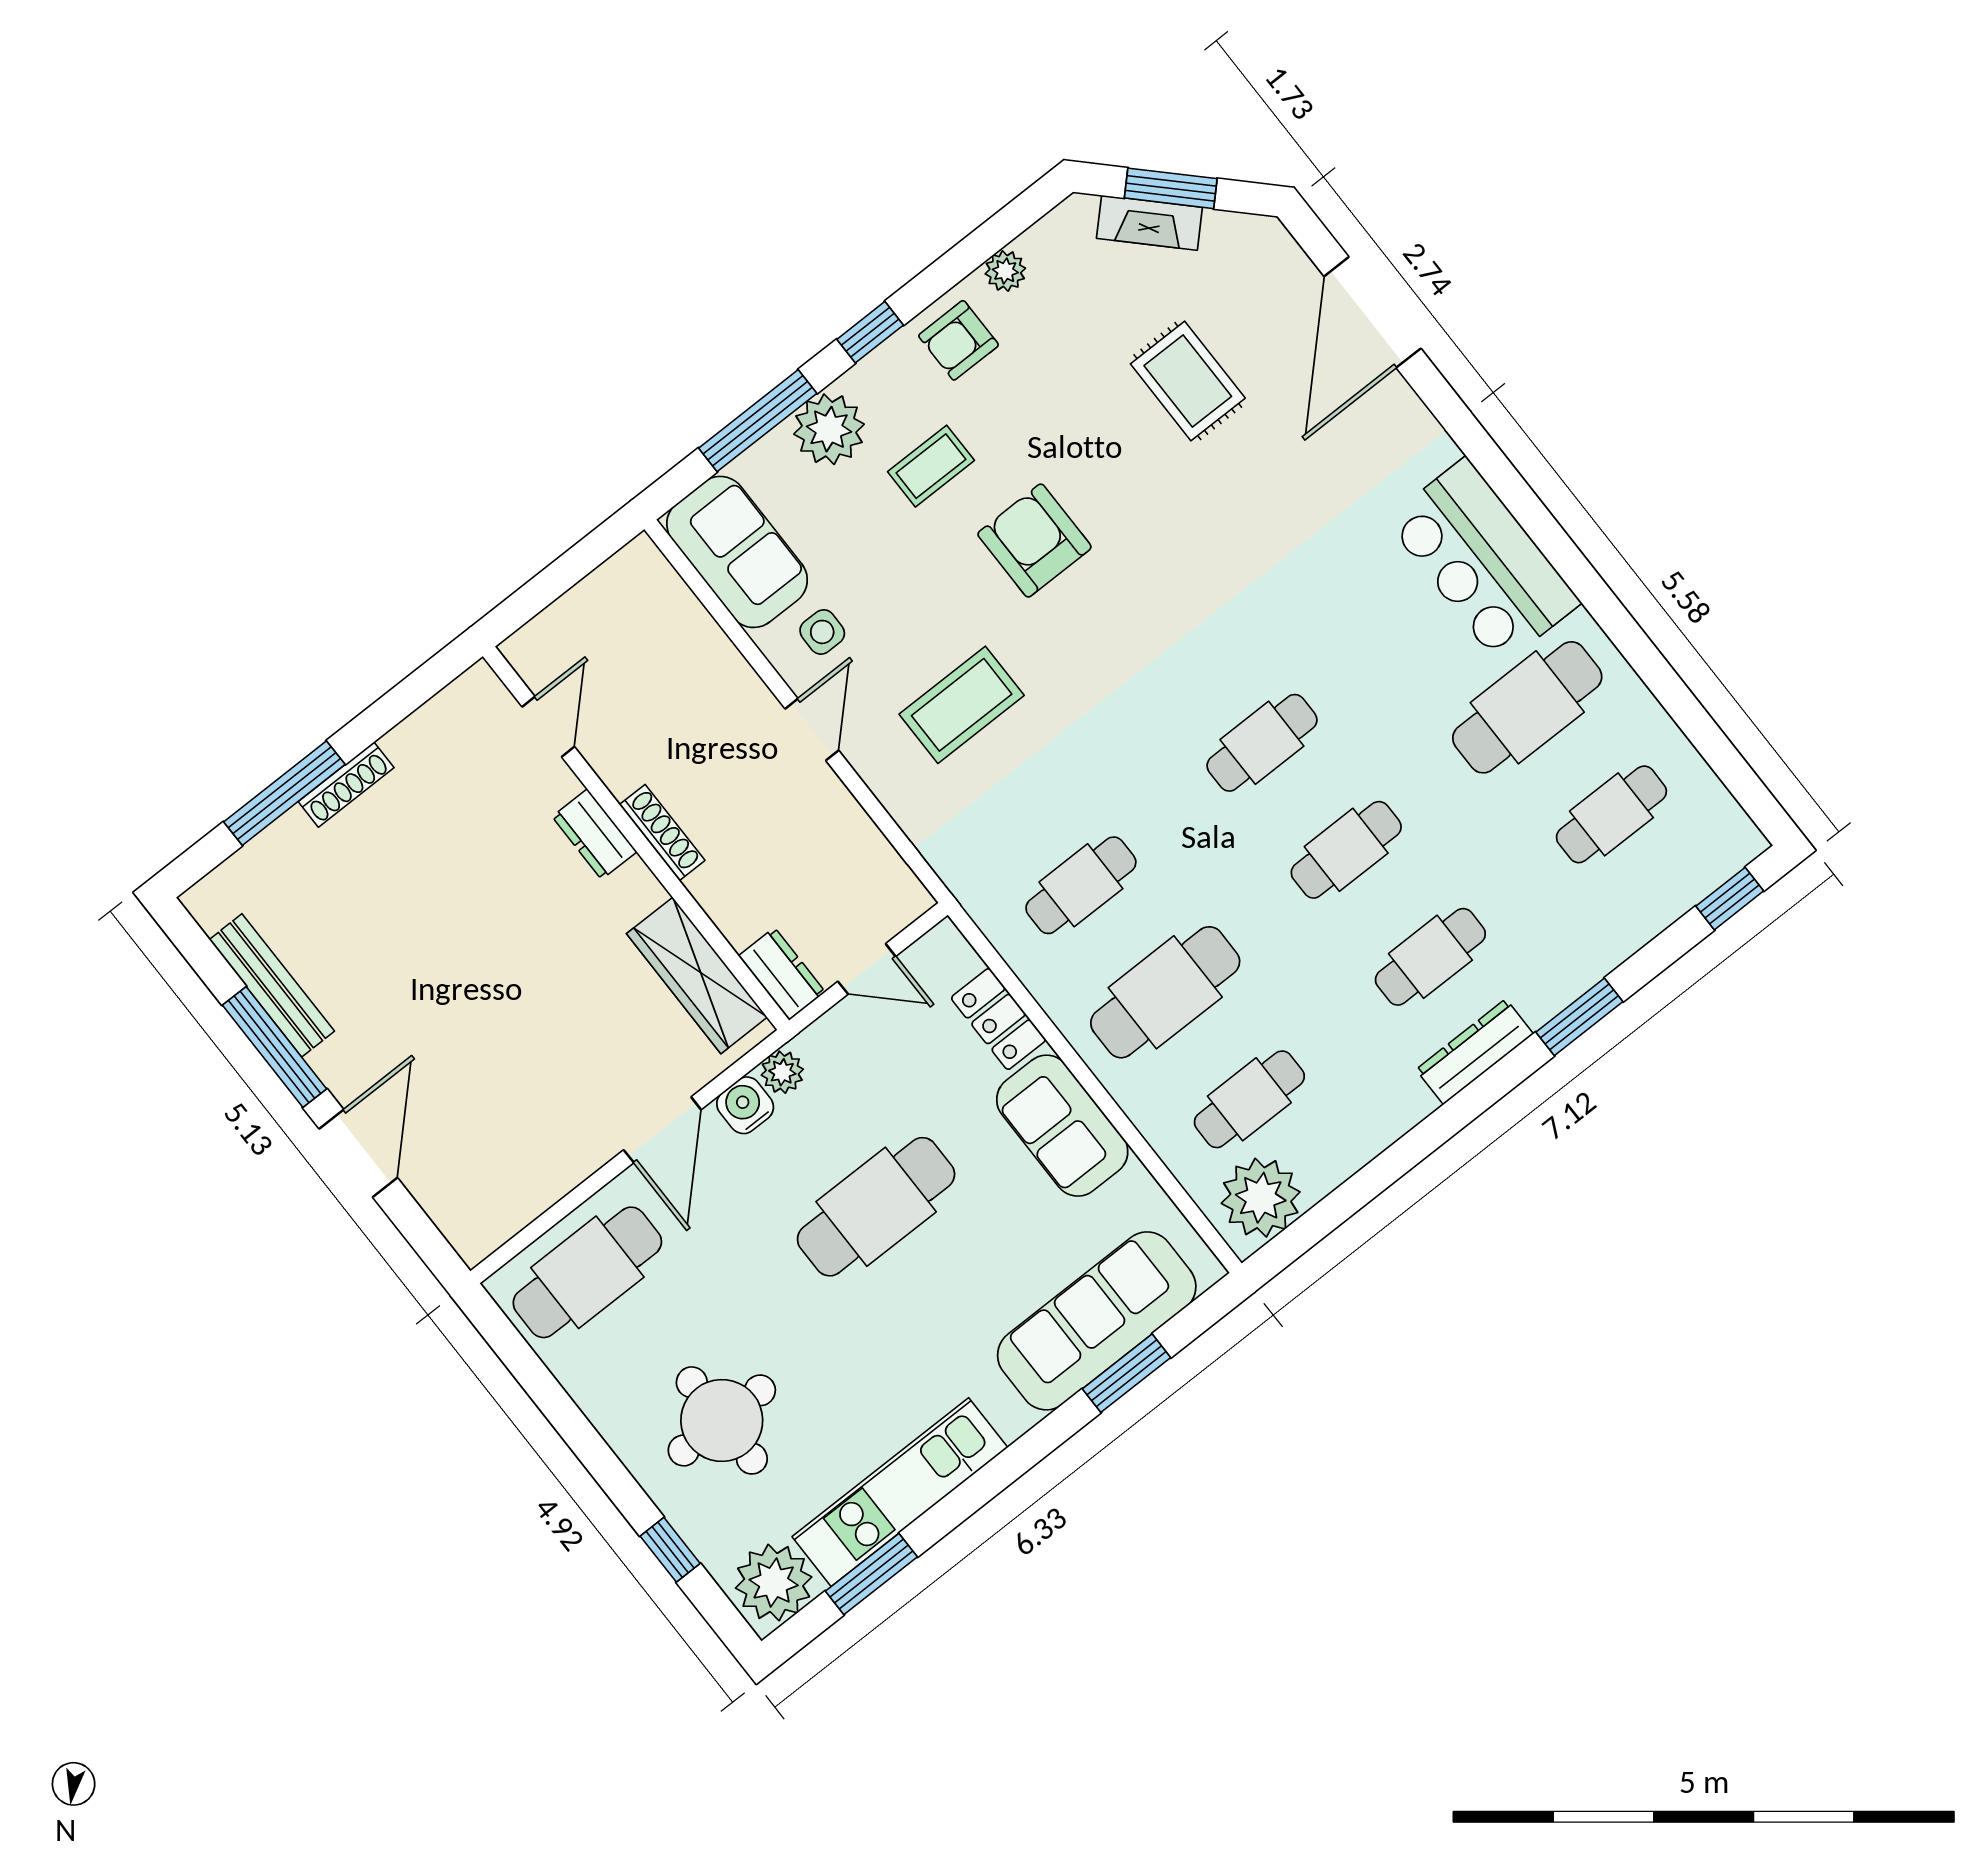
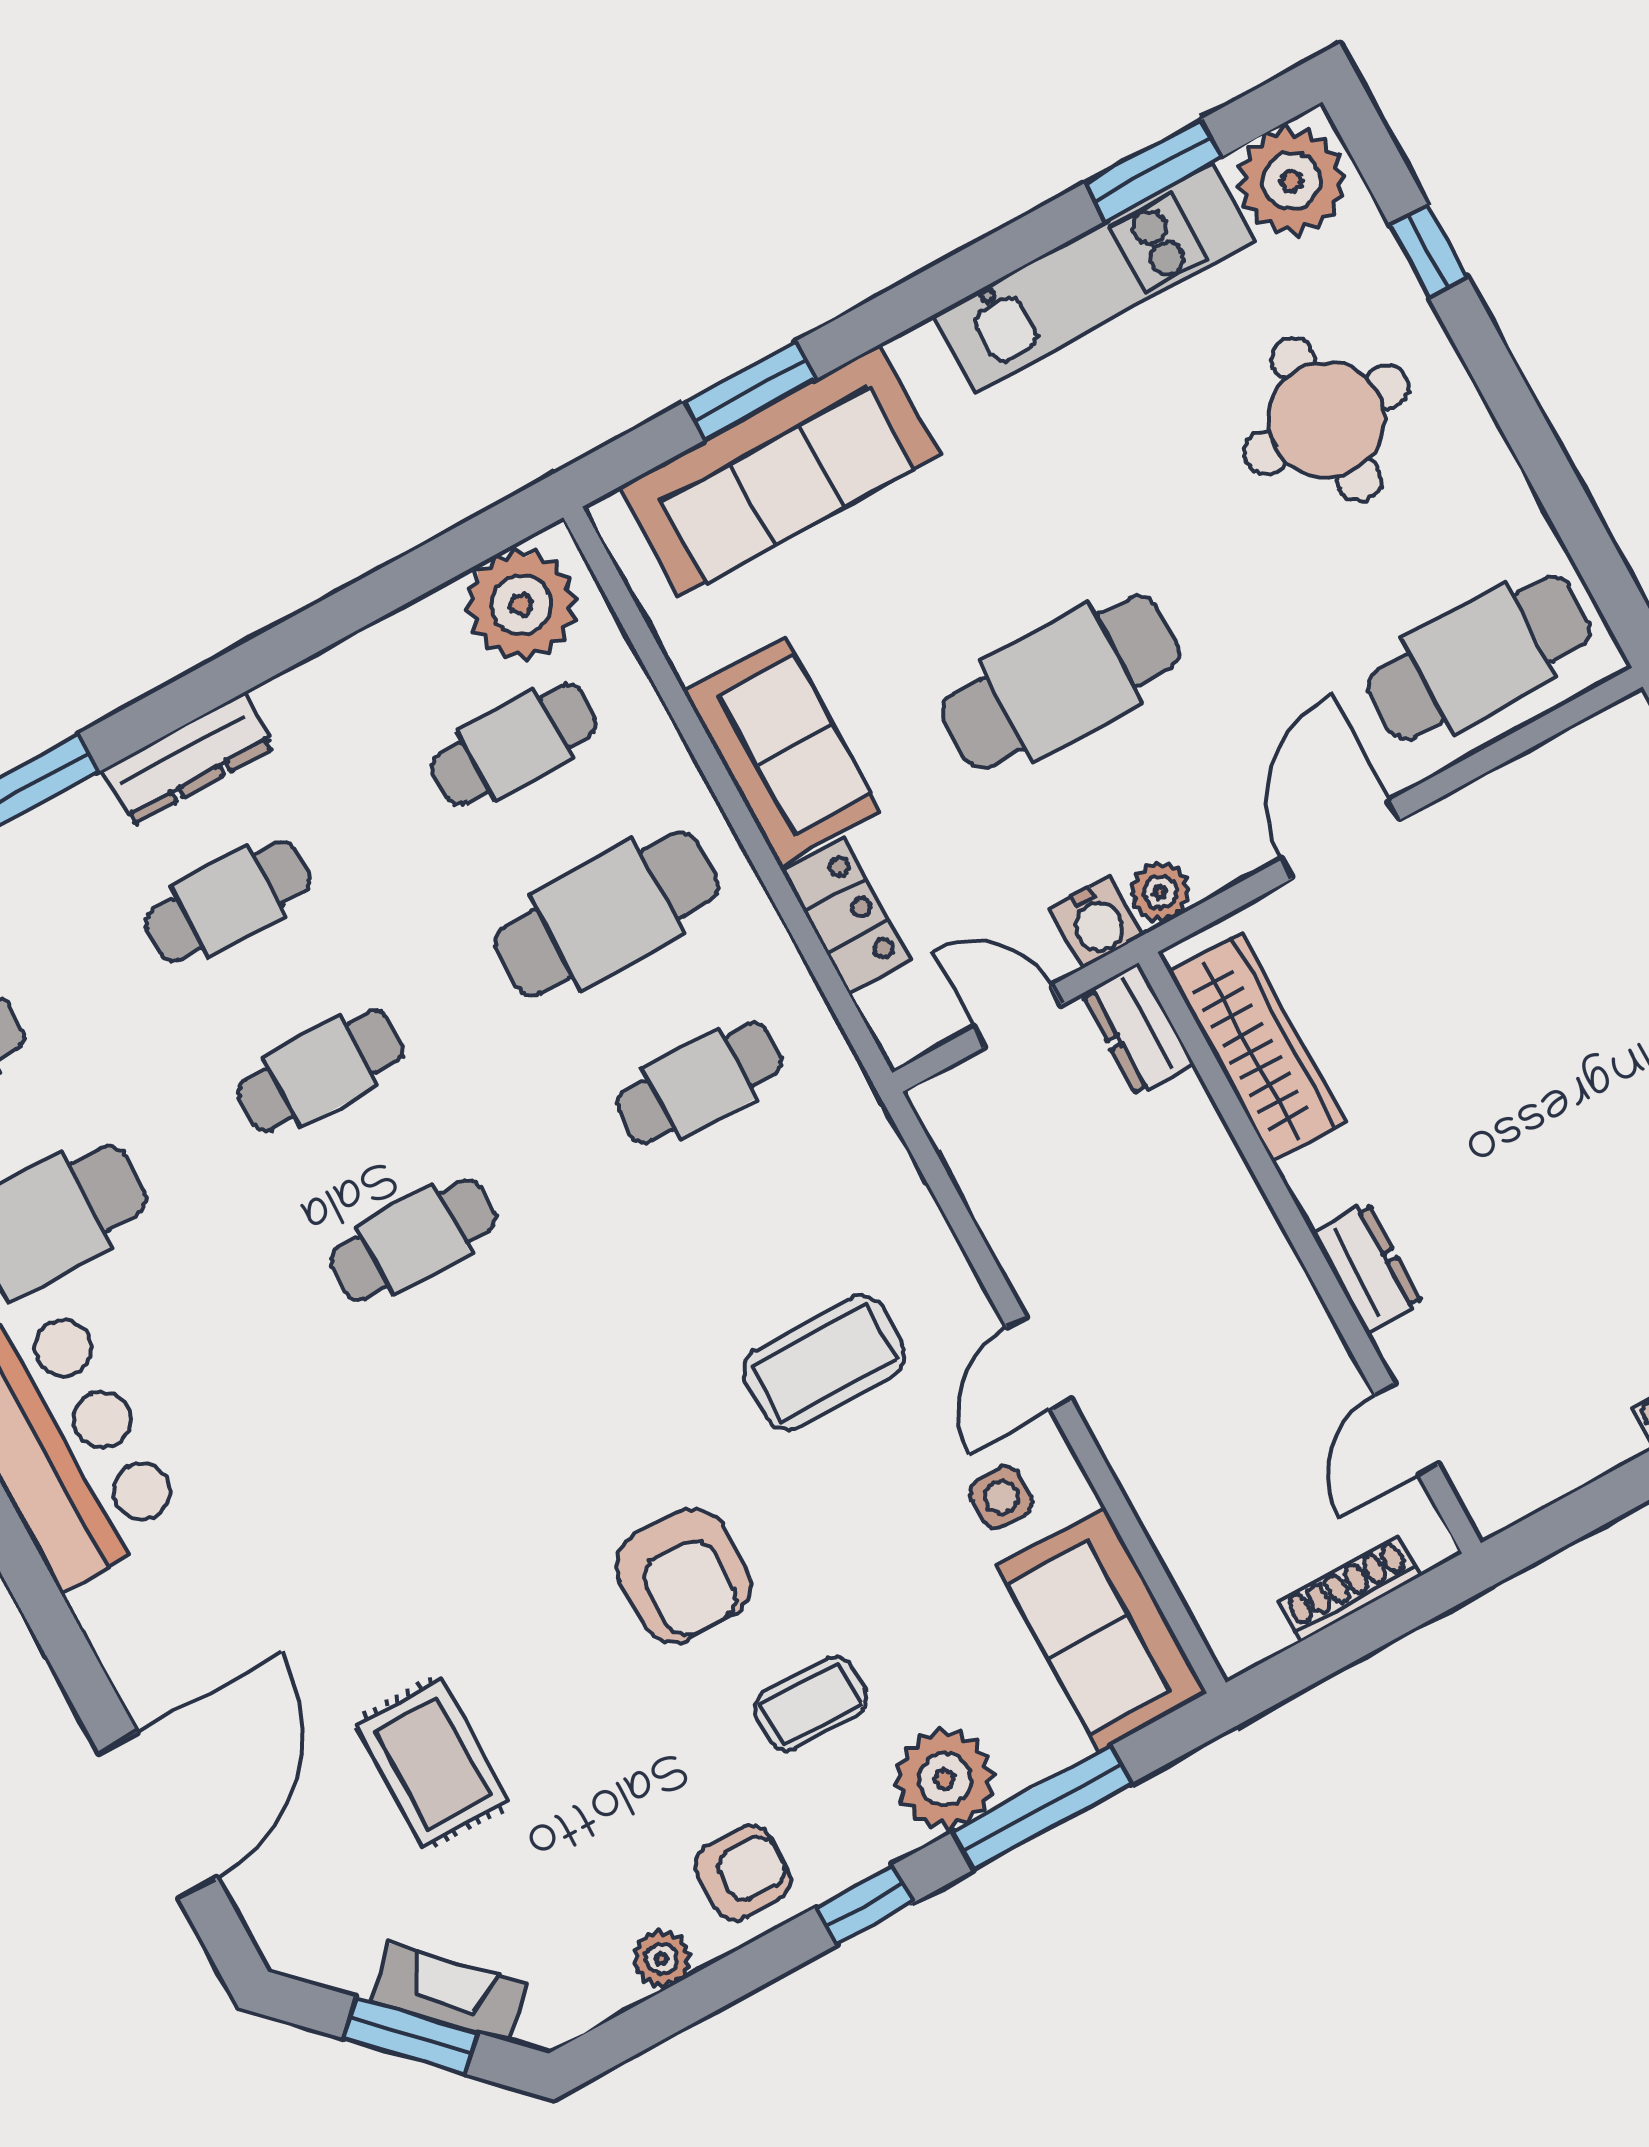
shoe rack: (662, 833) -> (1349, 1589), moved, turned 90
water cooler: (745, 1105) -> (1096, 922), moved

